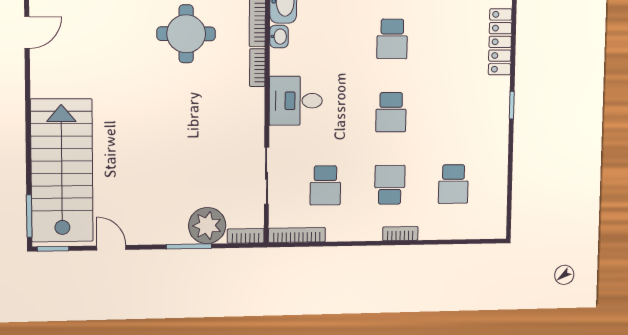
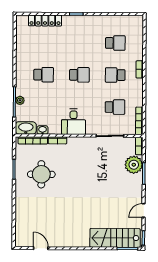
stairs: (62, 170) -> (115, 238), width x0.73, depth x0.66

